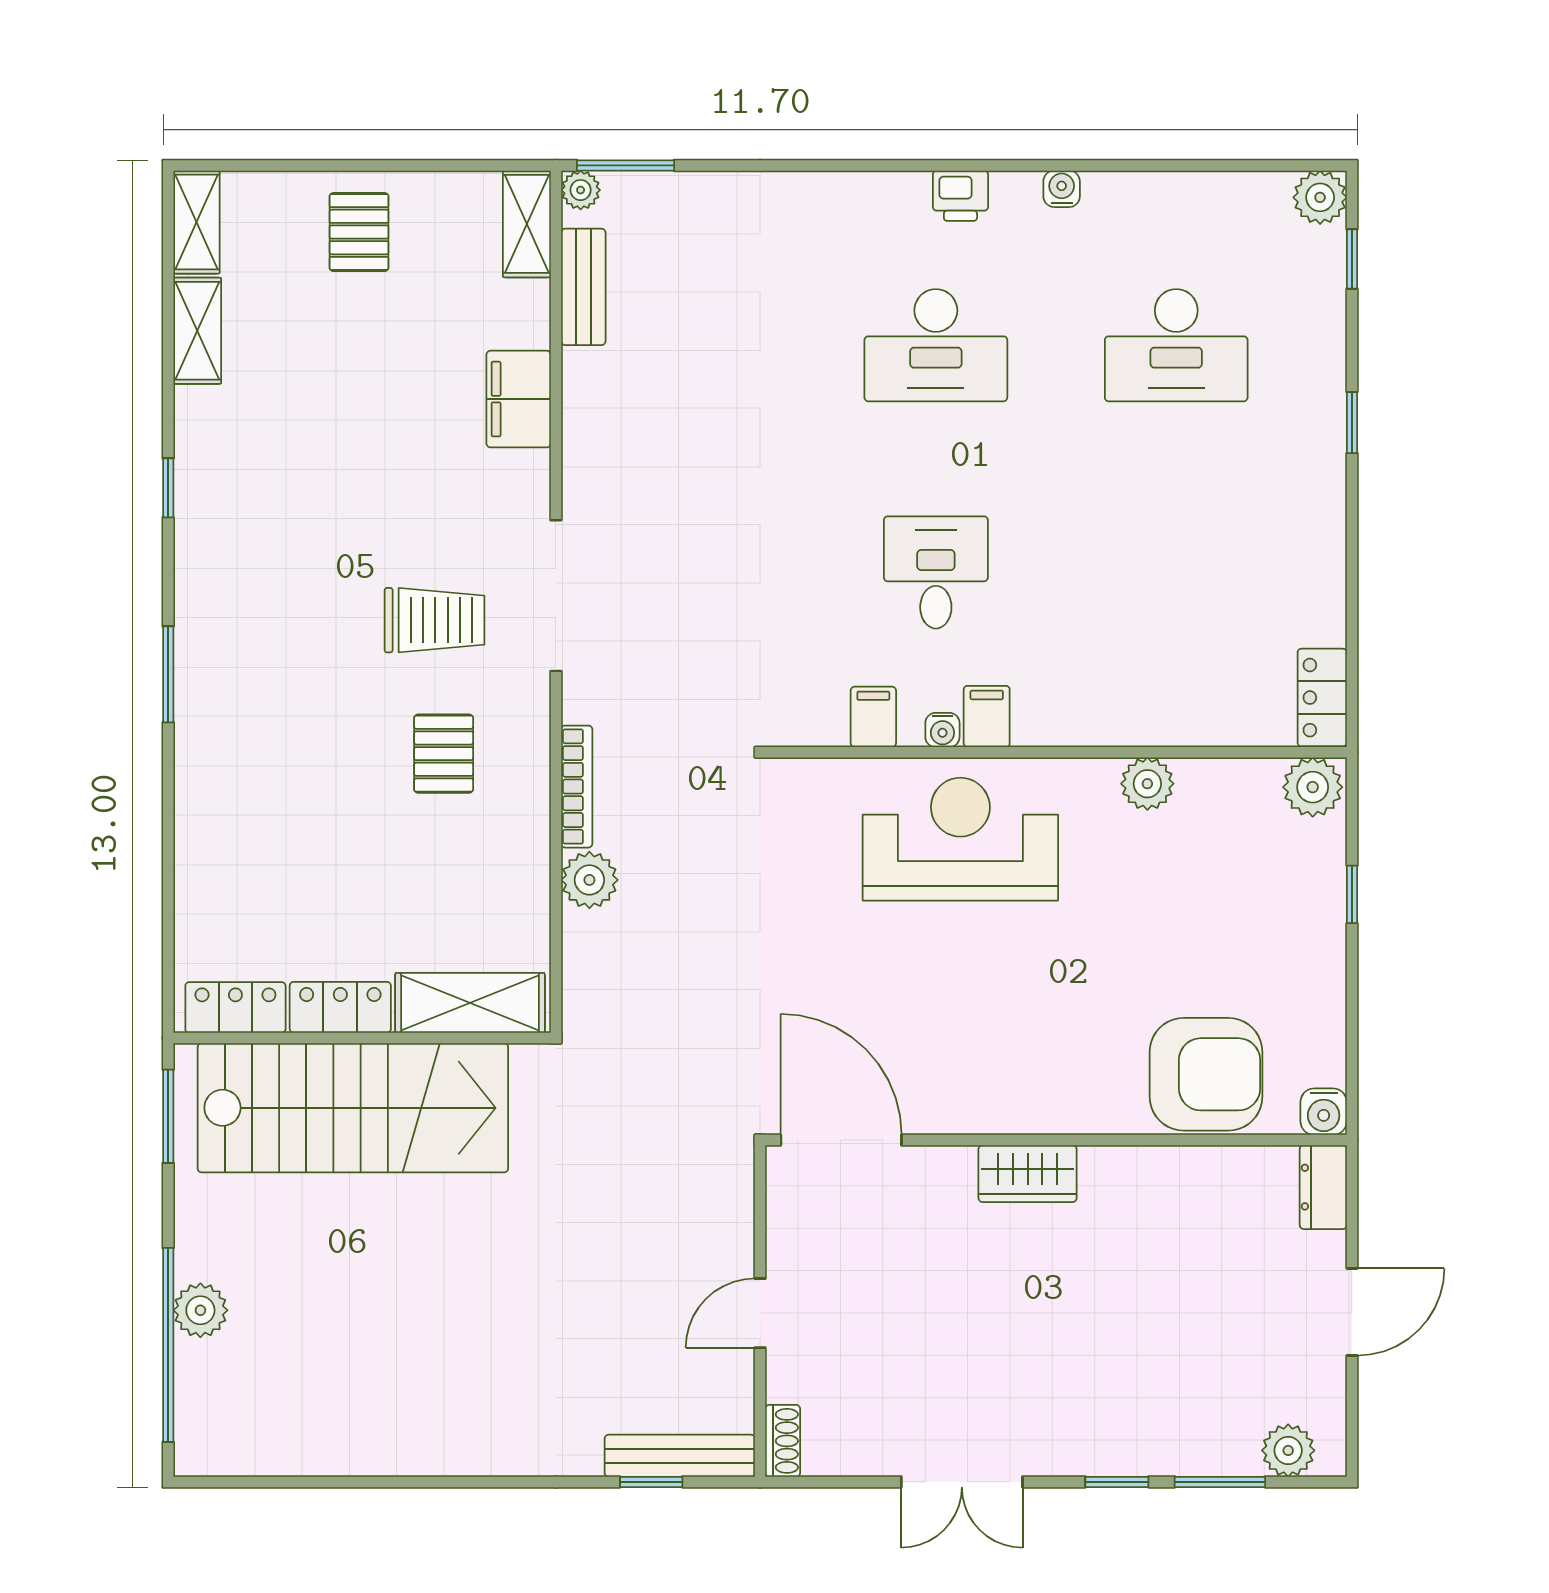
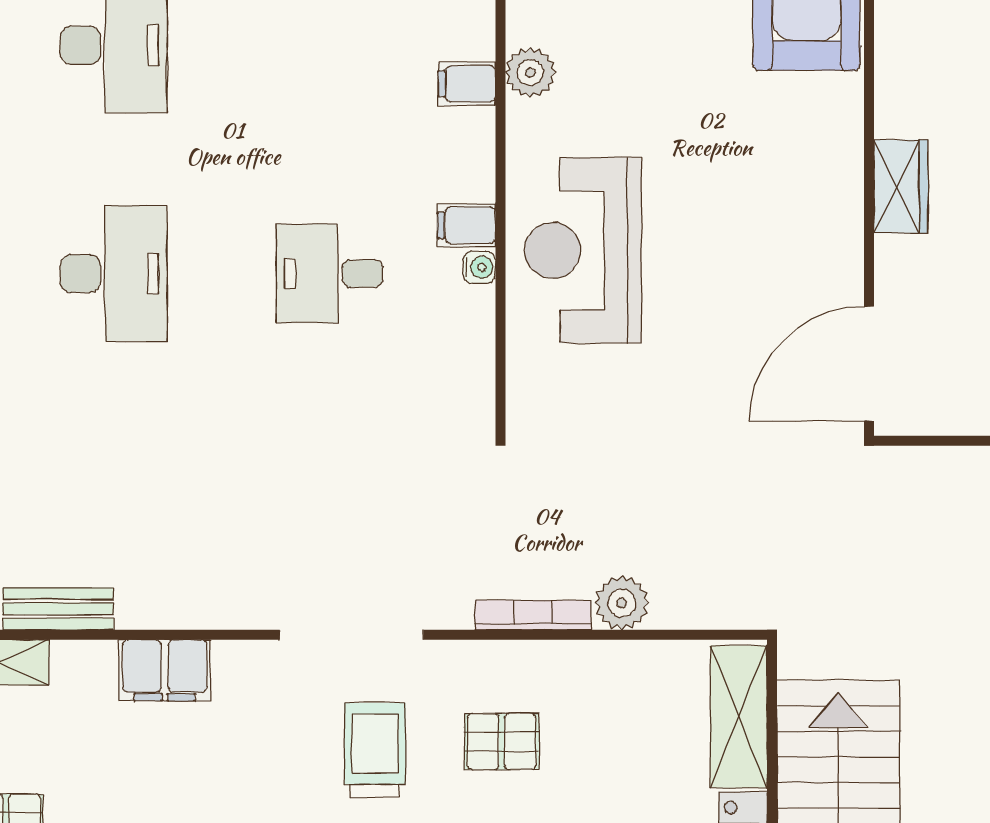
filing cabinet: (873, 717) -> (467, 84), moved

